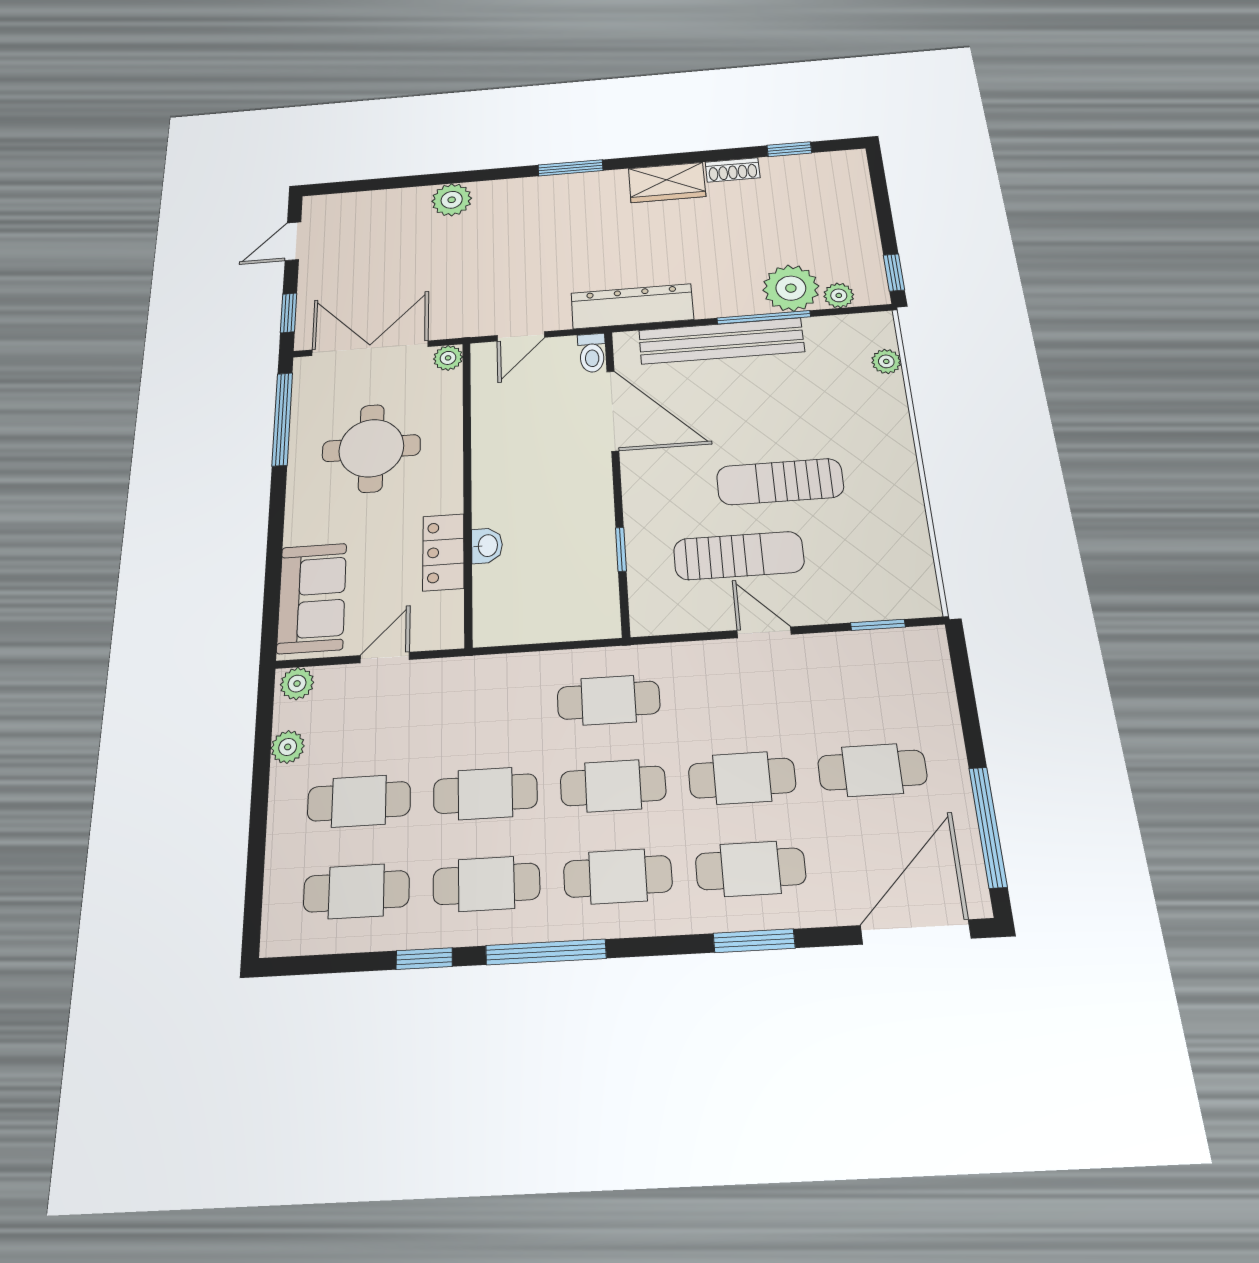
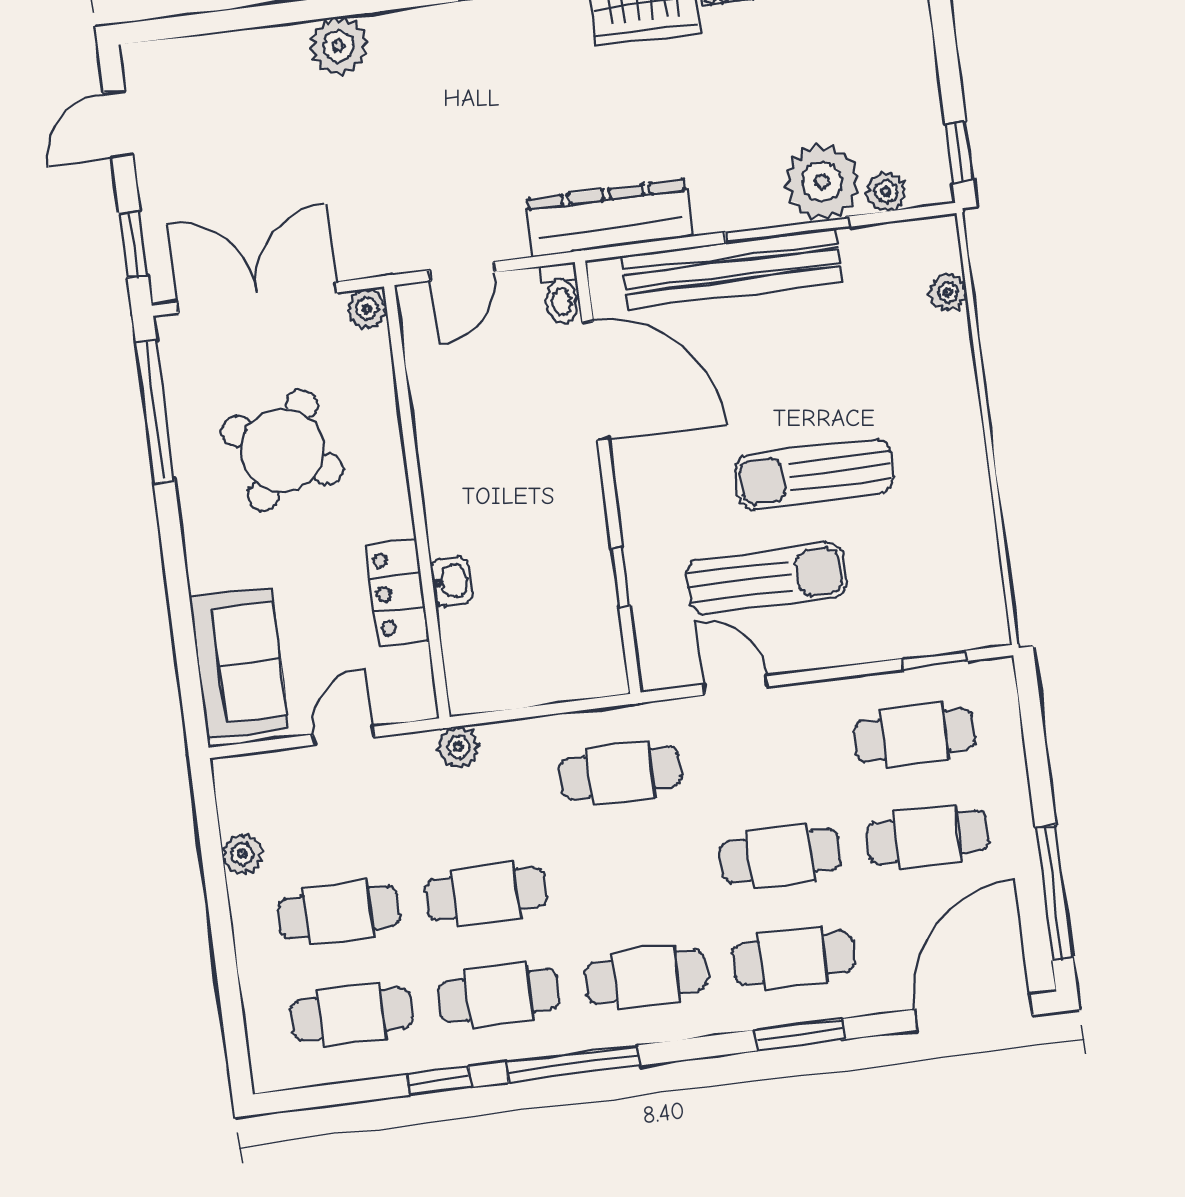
round table: (371, 448) -> (282, 450), turned 30
door: (764, 632) -> (736, 685), moved
plant: (297, 684) -> (458, 747), moved
cafe table: (613, 786) -> (914, 735), moved

